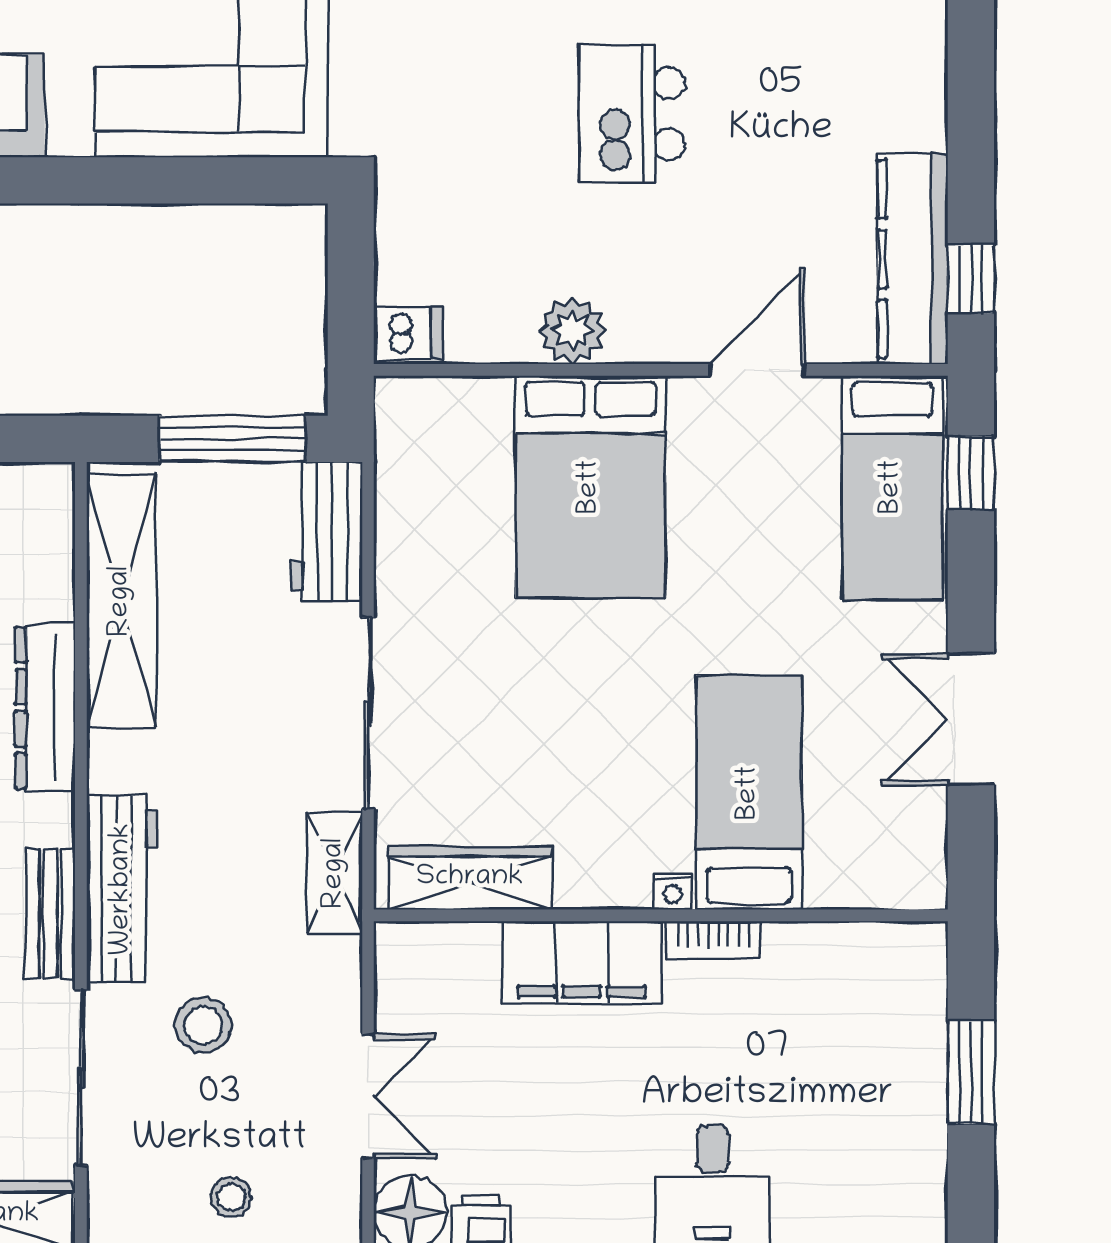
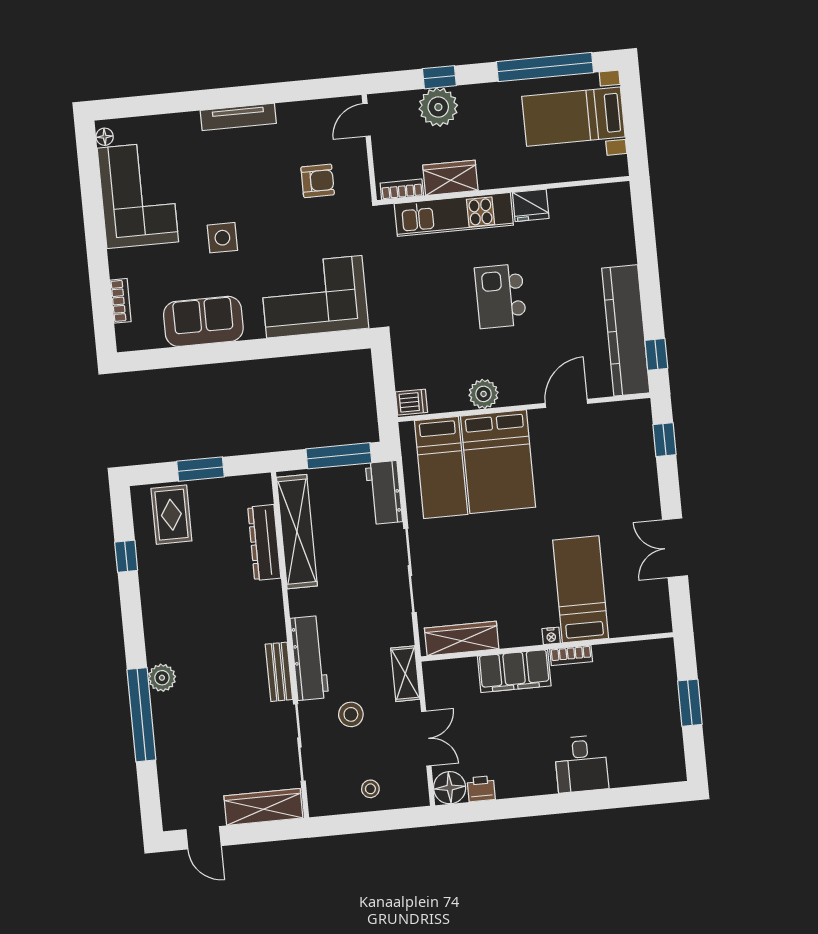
kitchen counter: (913, 259) -> (626, 330), width x1.39, depth x1.17
bed: (892, 487) -> (441, 467), moved
dresser: (45, 708) -> (264, 543), moved
shelving: (335, 873) -> (405, 674), moved

